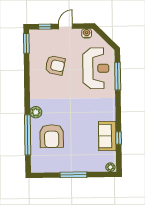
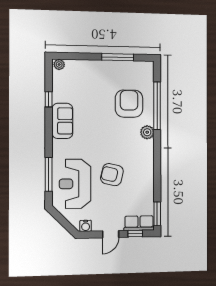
row of seats: (42, 35) -> (139, 223), added
armchair: (55, 65) -> (112, 175), moved
sofa: (107, 136) -> (62, 121), moved
window: (73, 175) -> (118, 57), moved

